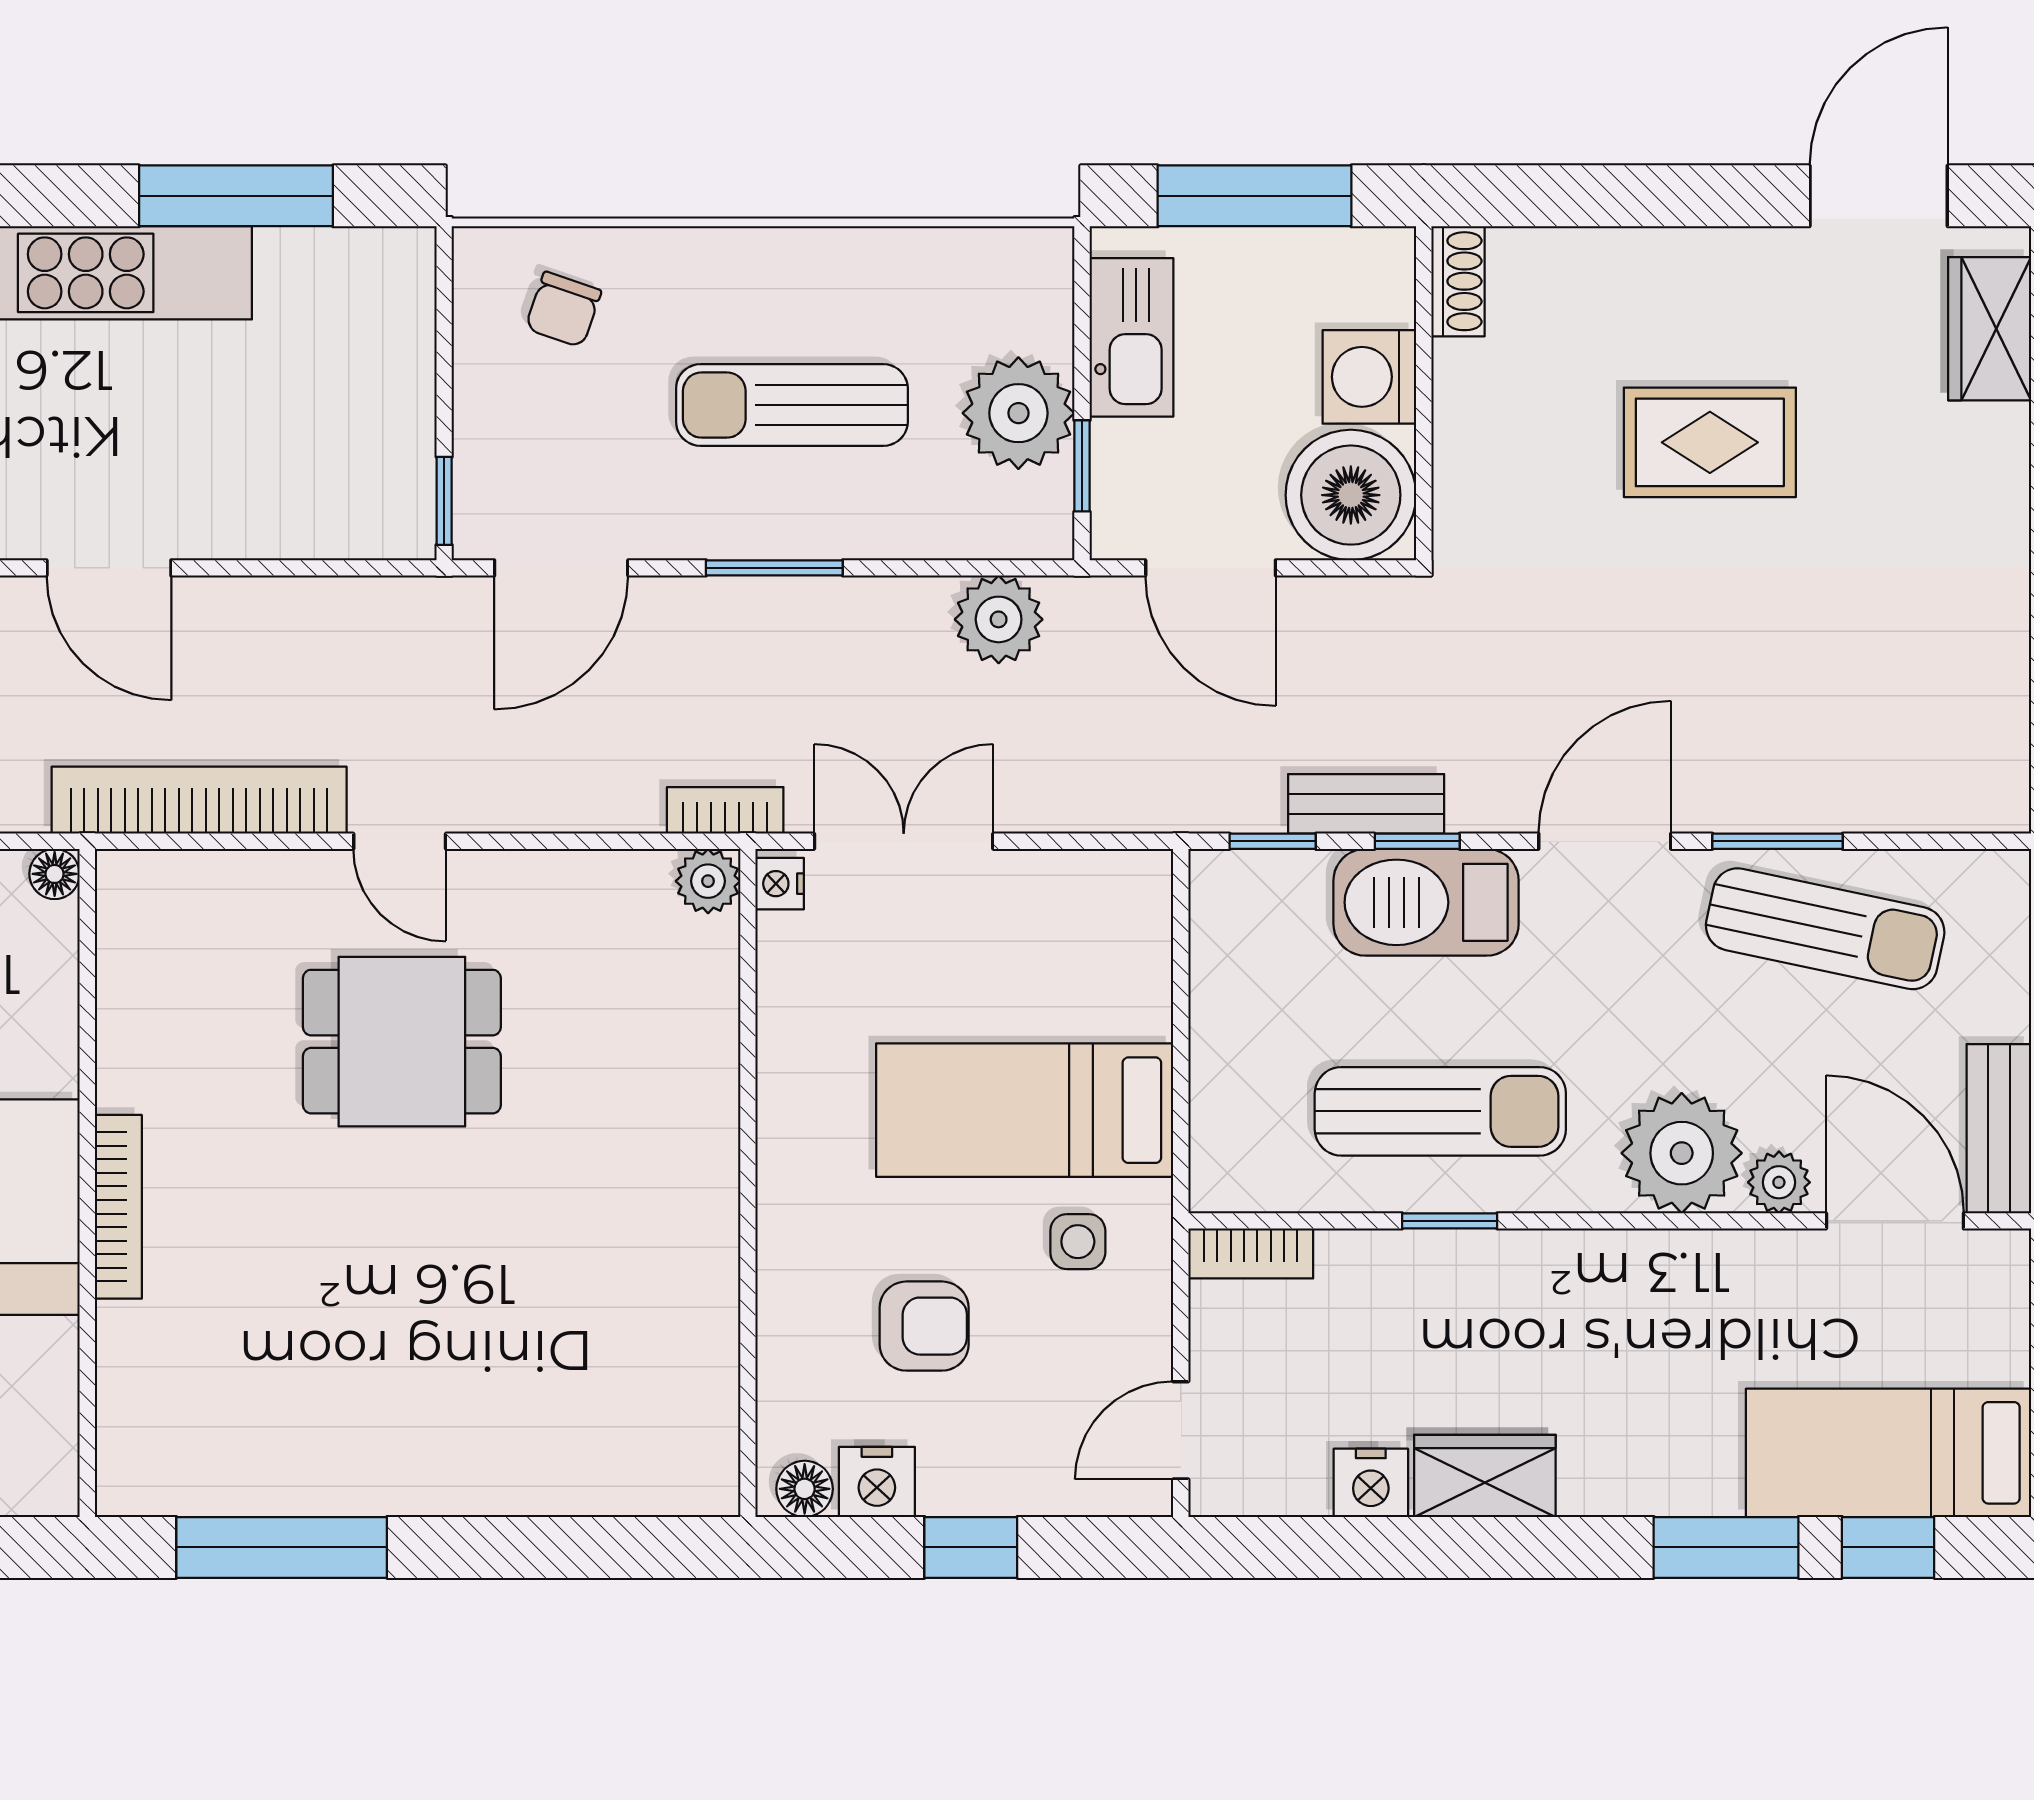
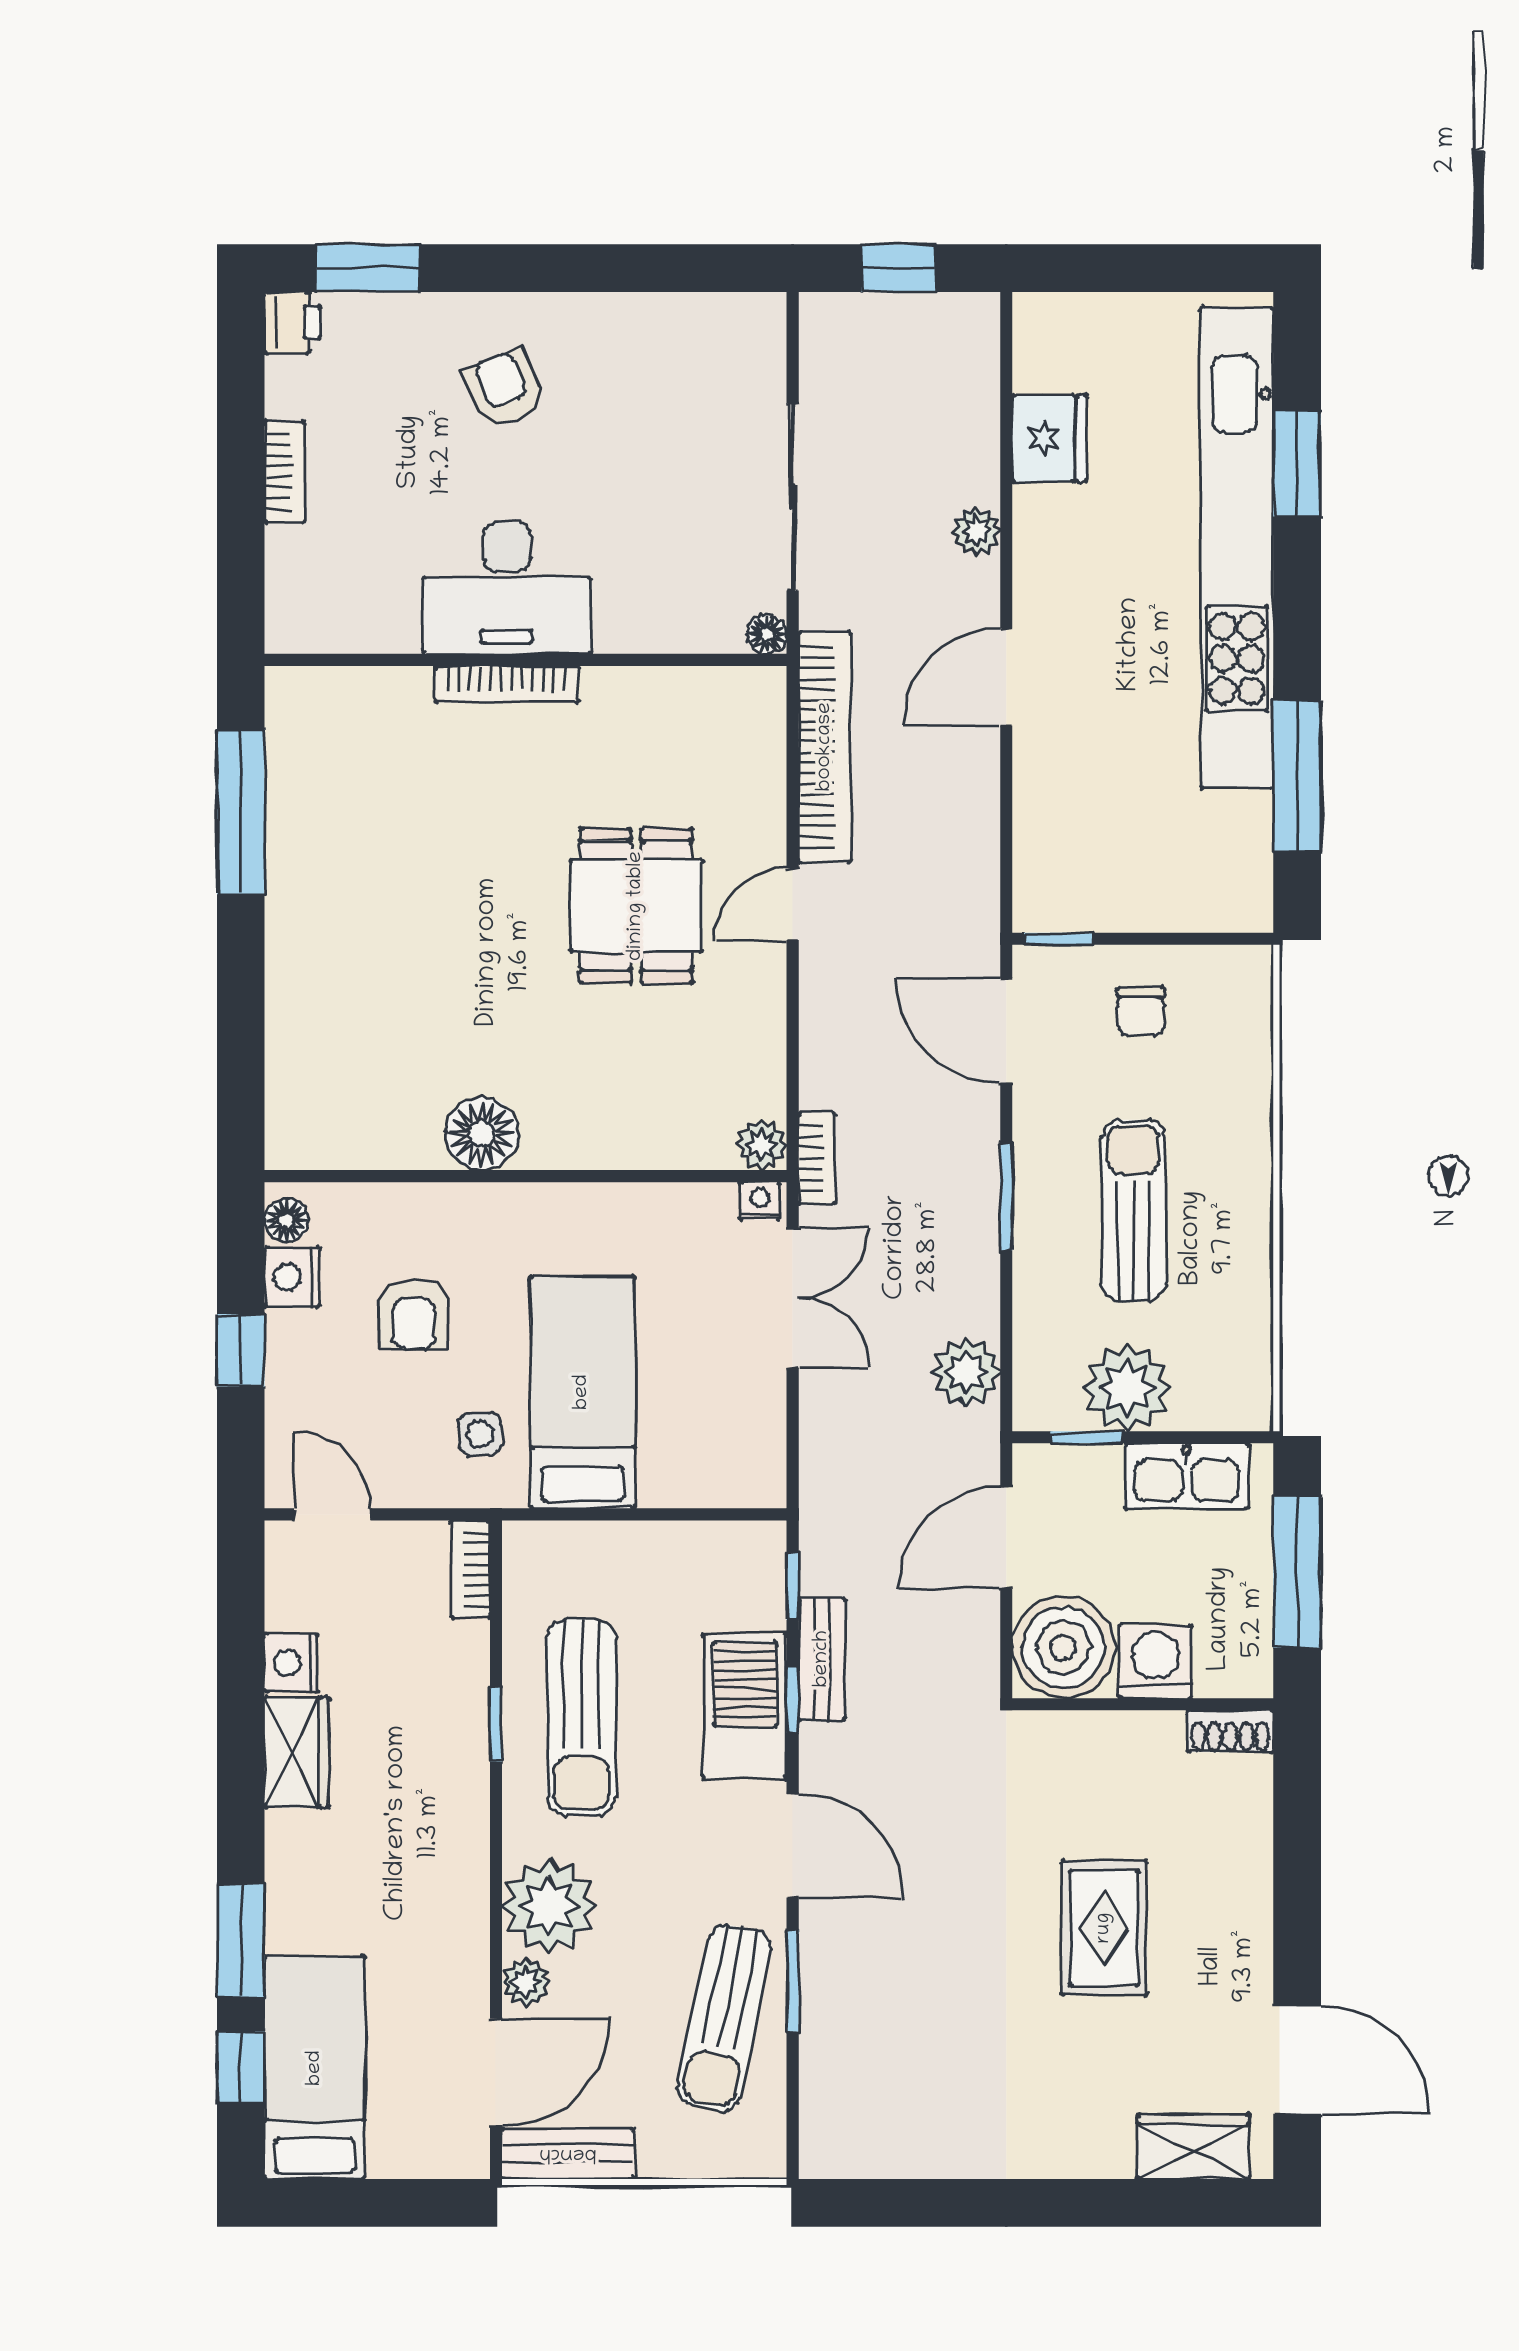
chair: (563, 309) -> (1141, 1012), moved, turned -109
floor lamp: (693, 1239) -> (482, 1134), added

